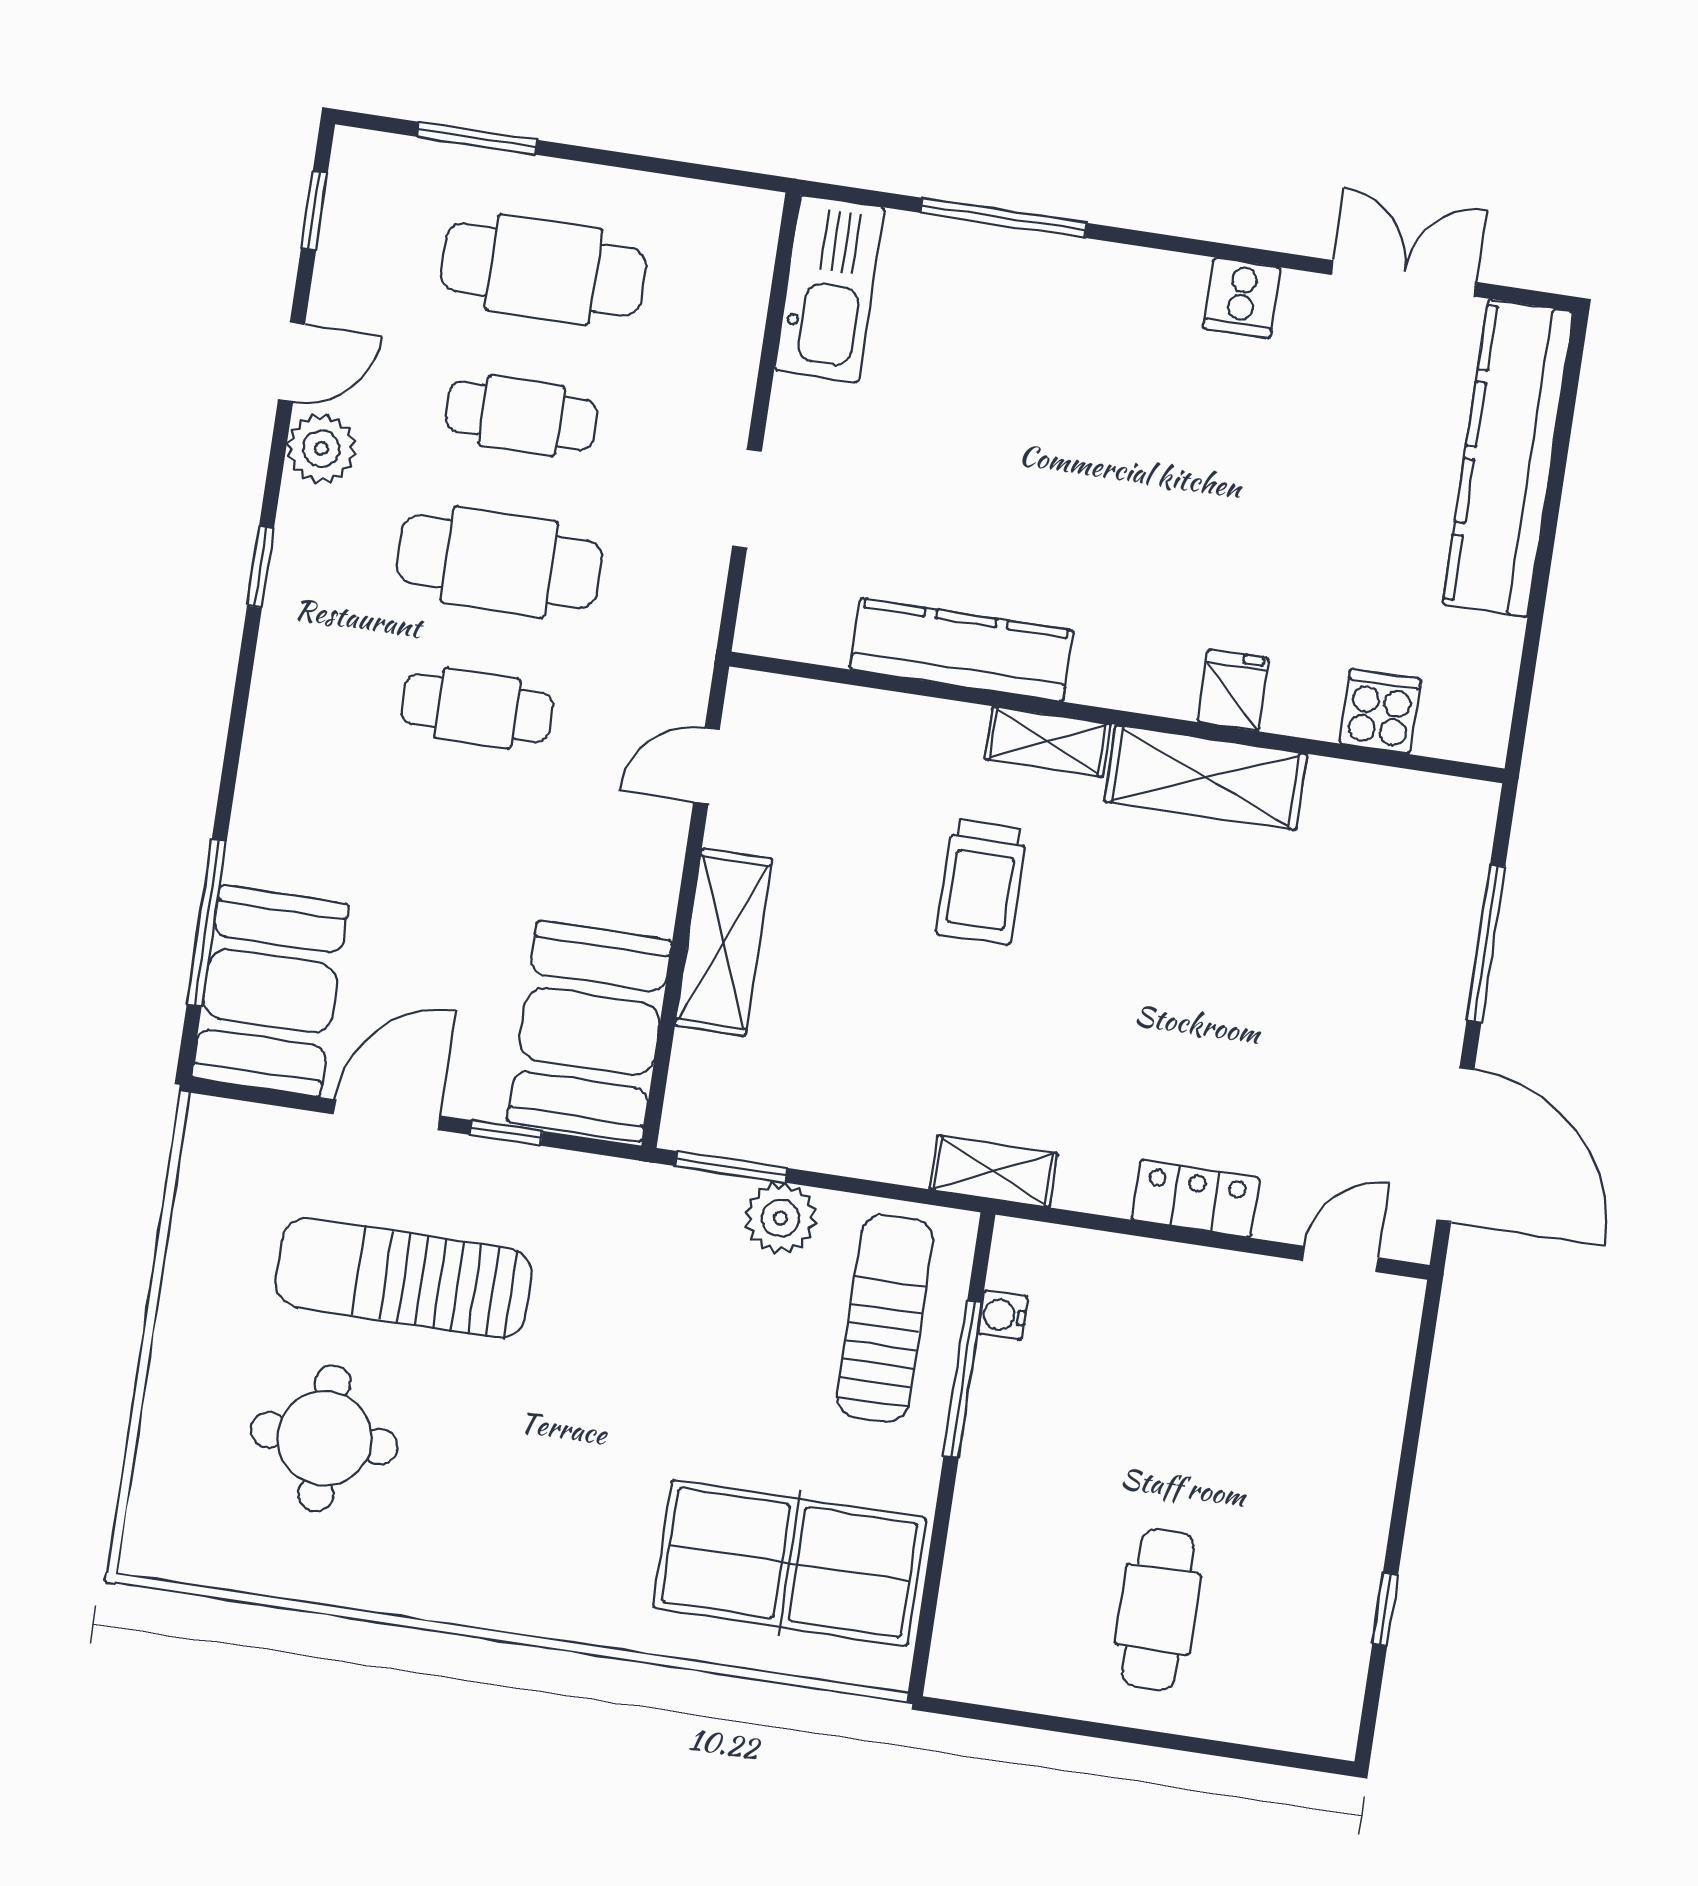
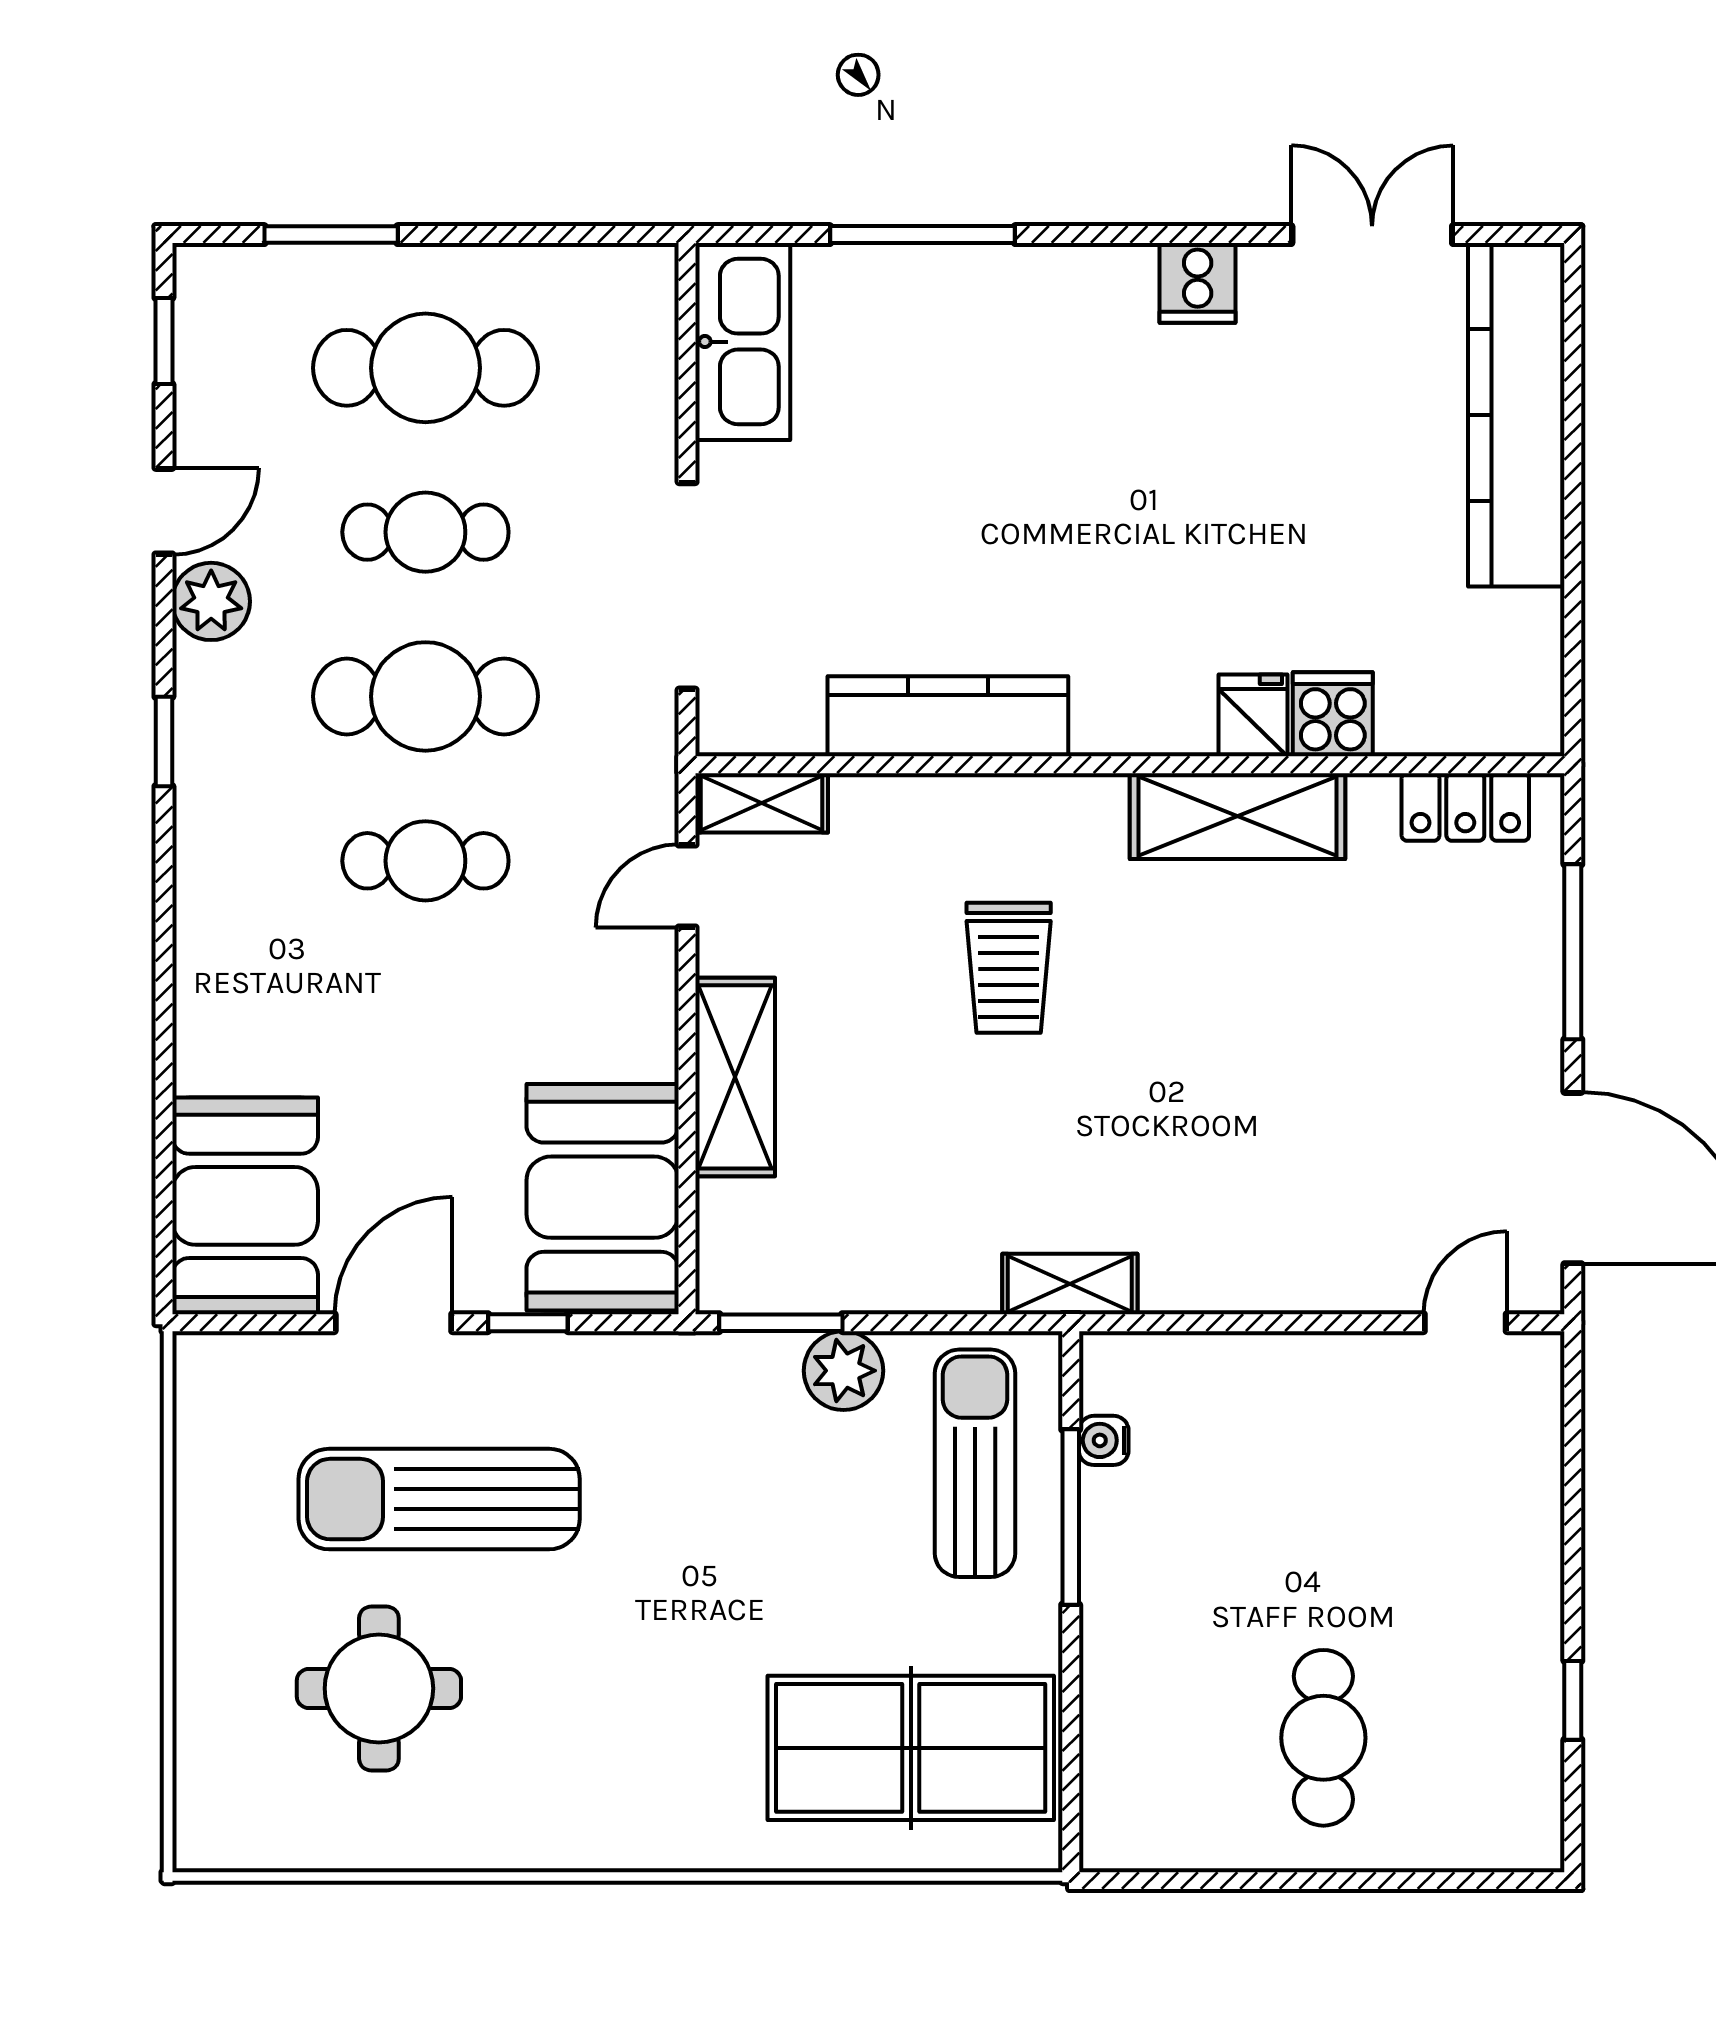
doorway: (747, 499) -> (687, 586), width x1.87
cooker: (1380, 711) -> (1333, 714), moved
shelving: (1048, 742) -> (762, 803), moved
window: (207, 923) -> (164, 1141), removed
locker: (1195, 1199) -> (1465, 807), moved, turned 180

